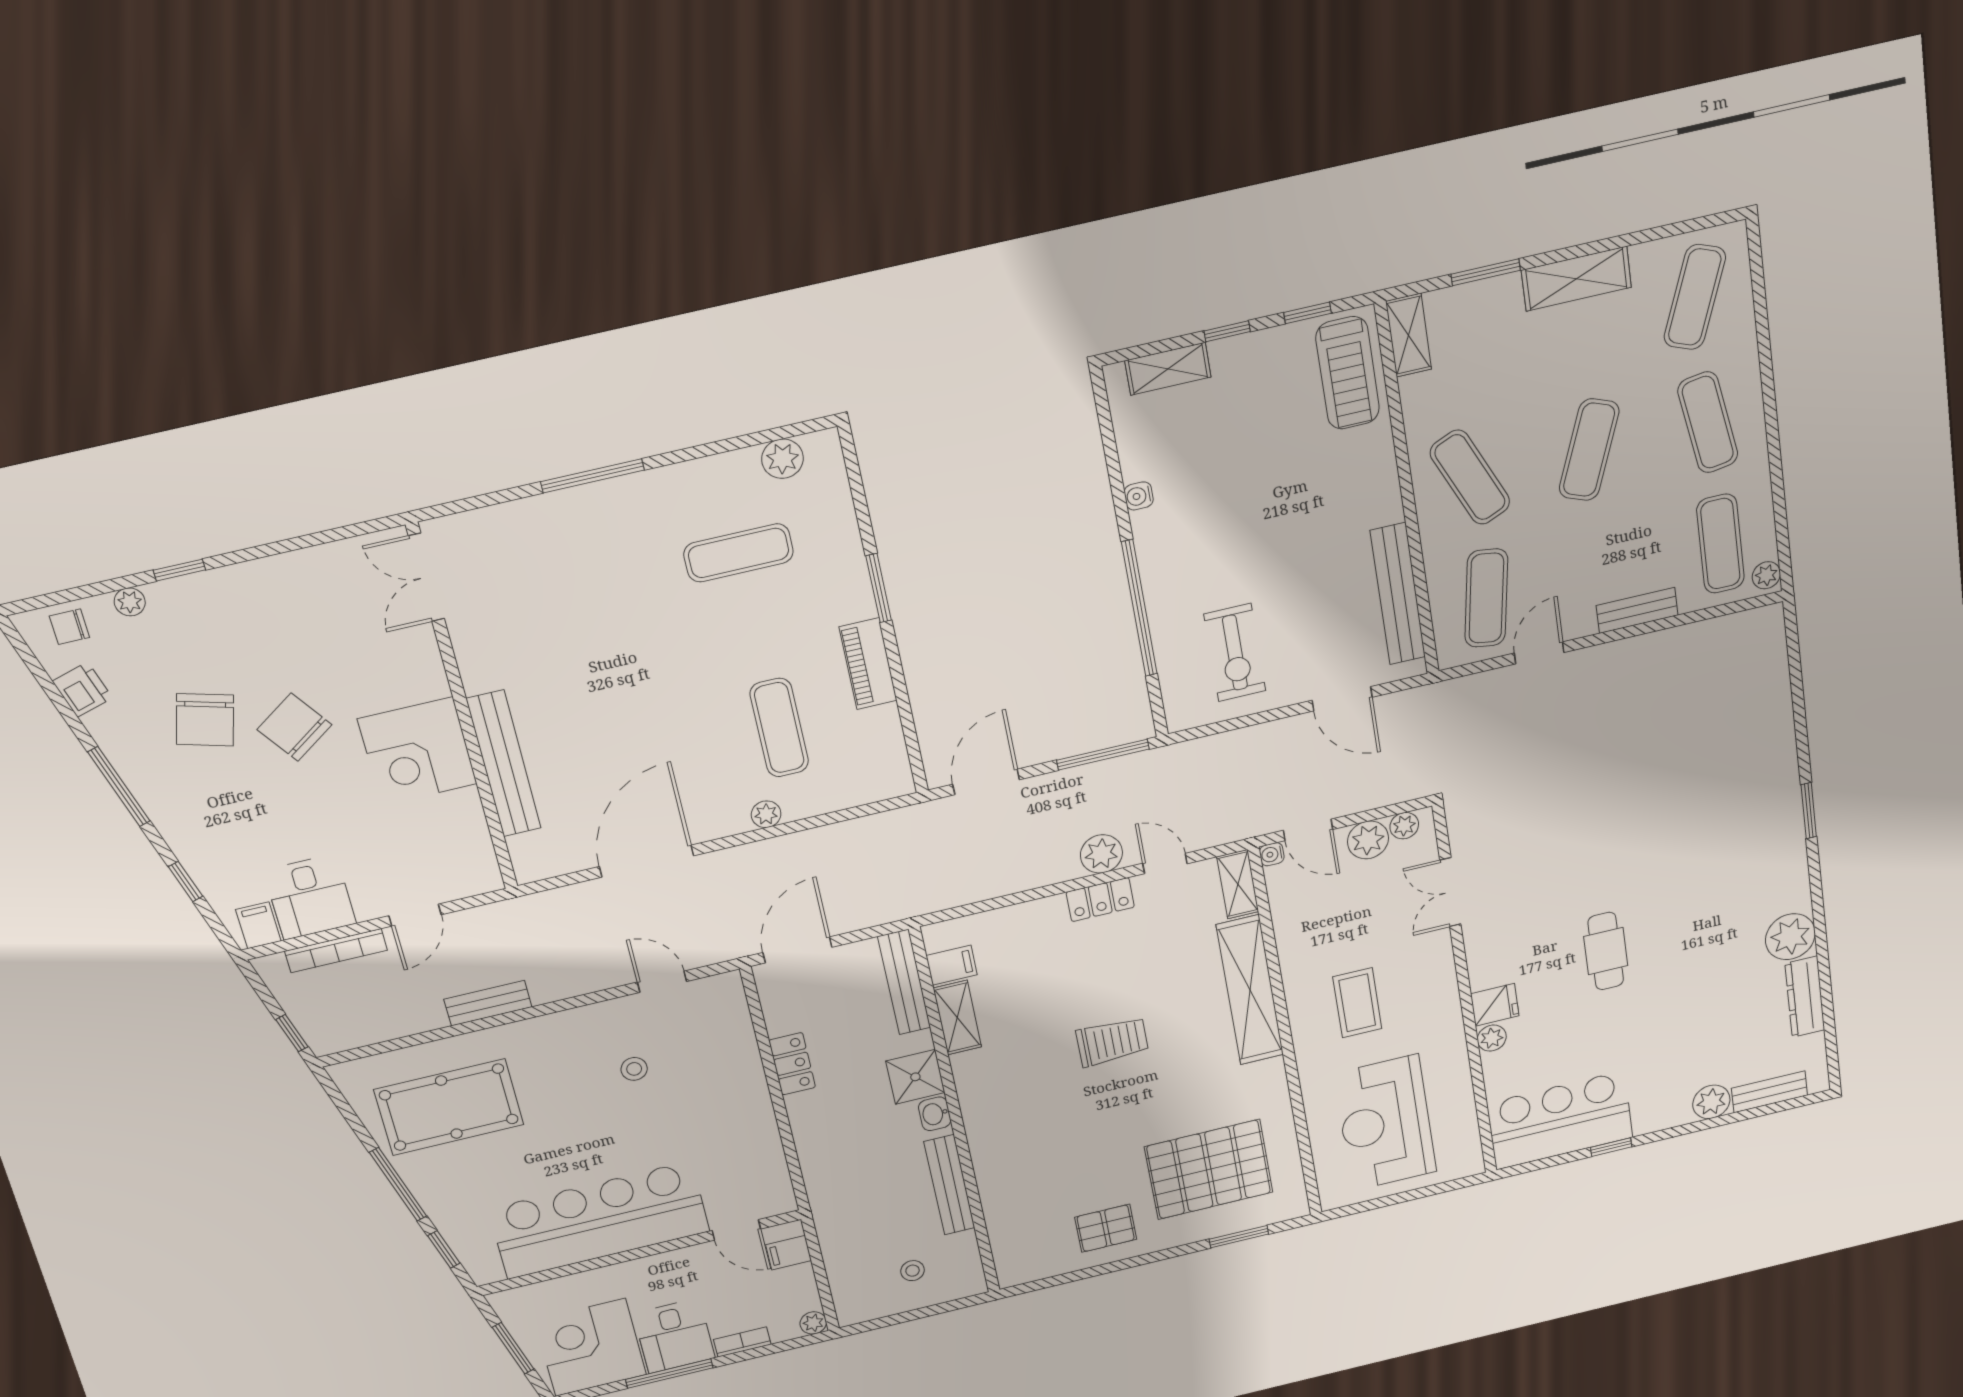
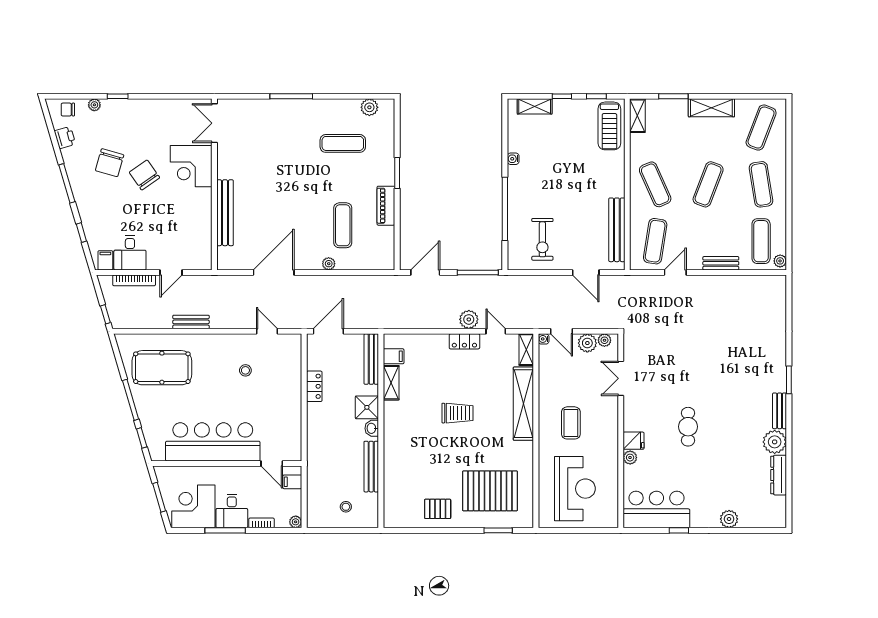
corner desk: (417, 751) -> (191, 166), moved
bench: (1770, 1092) -> (780, 411), moved, turned 90
reception desk: (1385, 1123) -> (575, 489), turned 180

